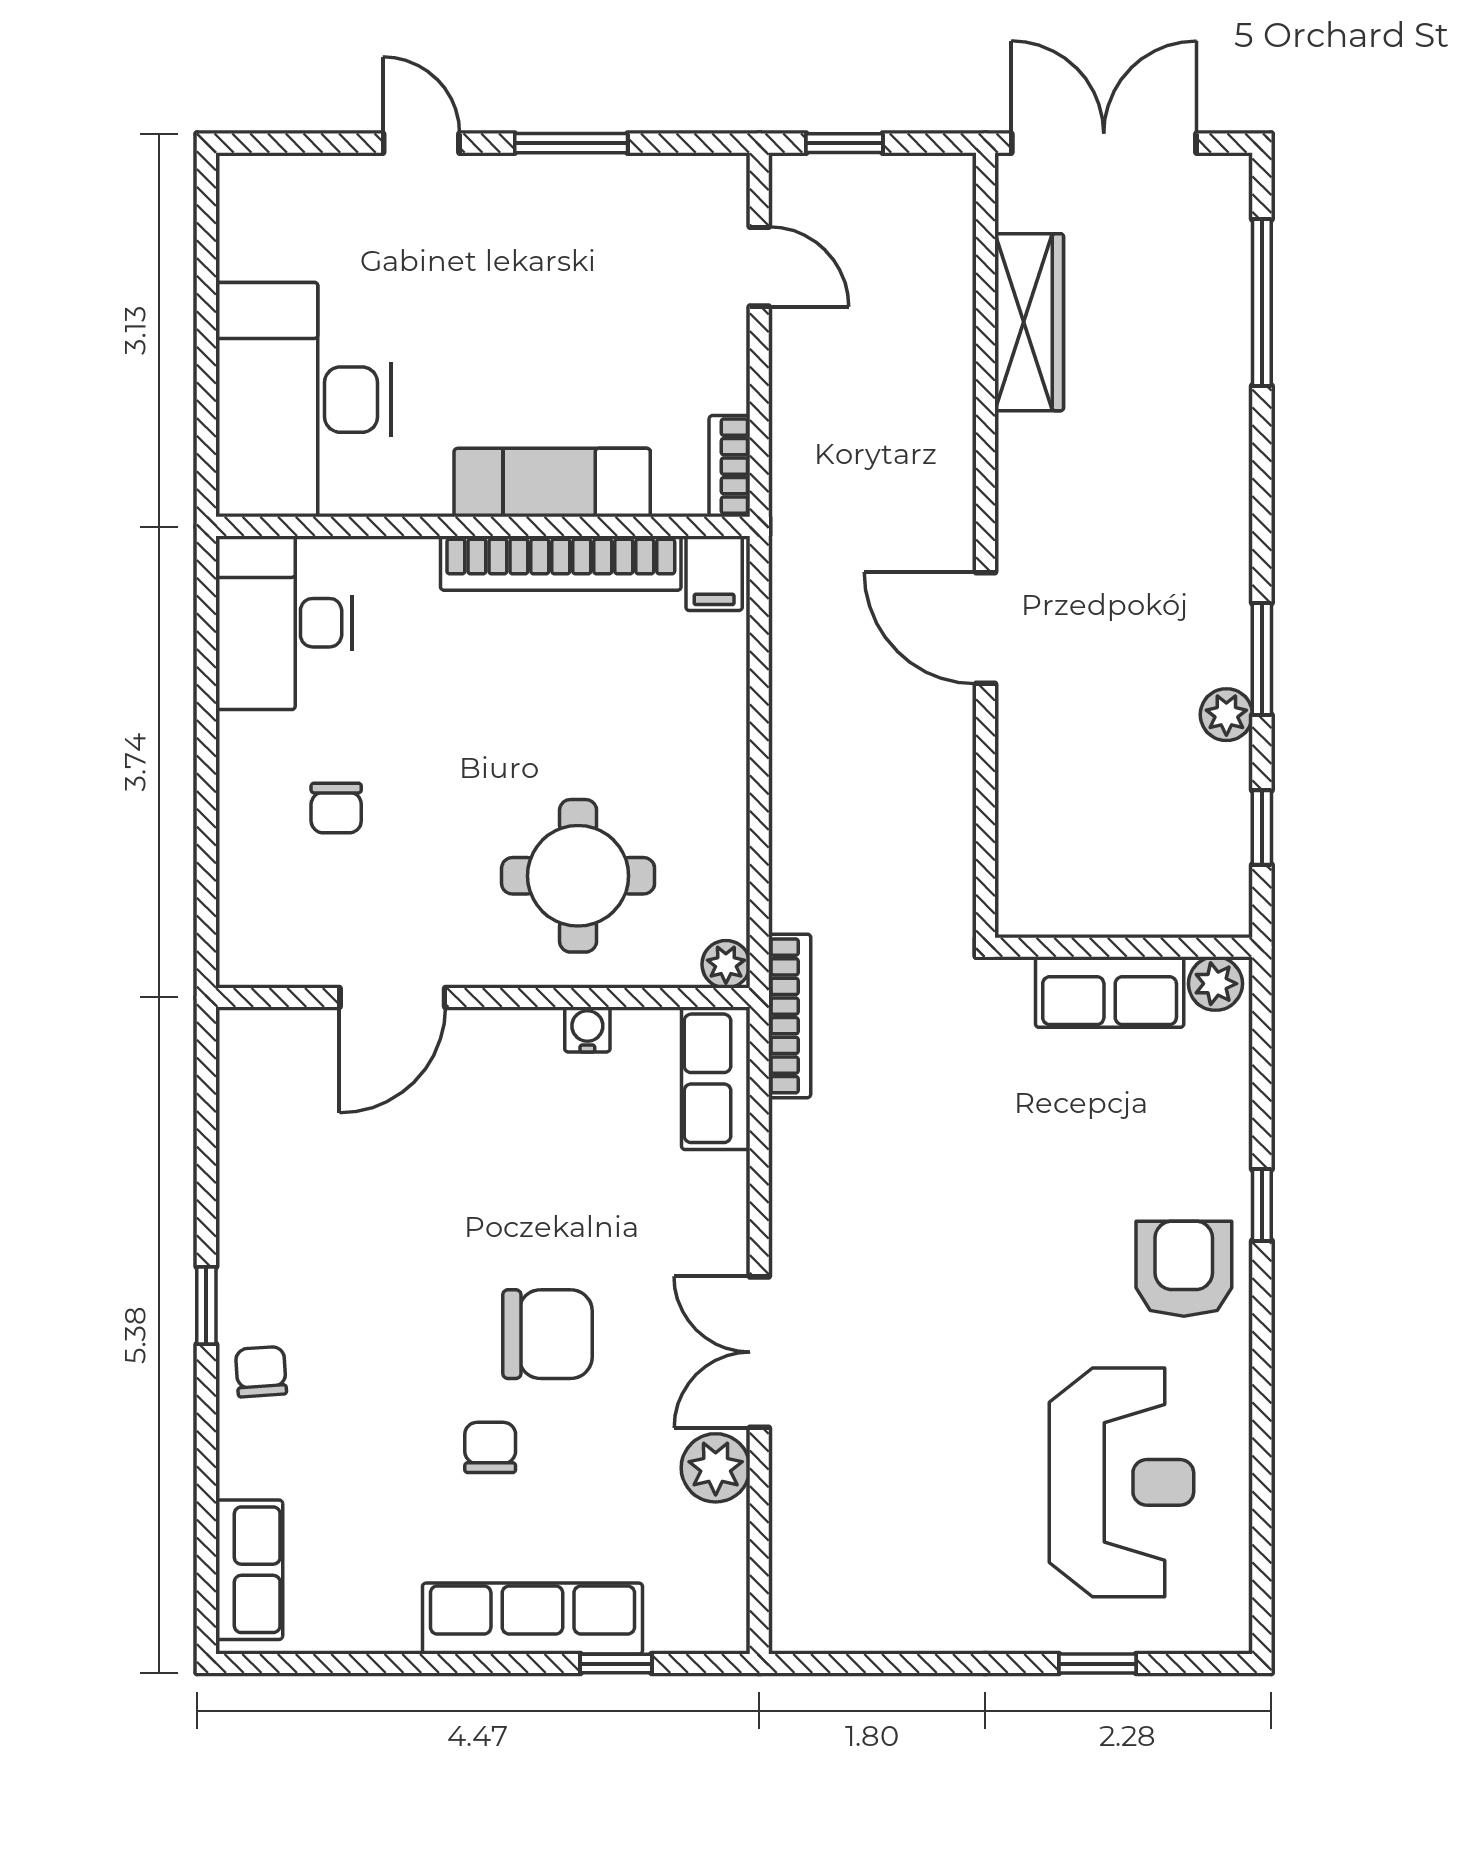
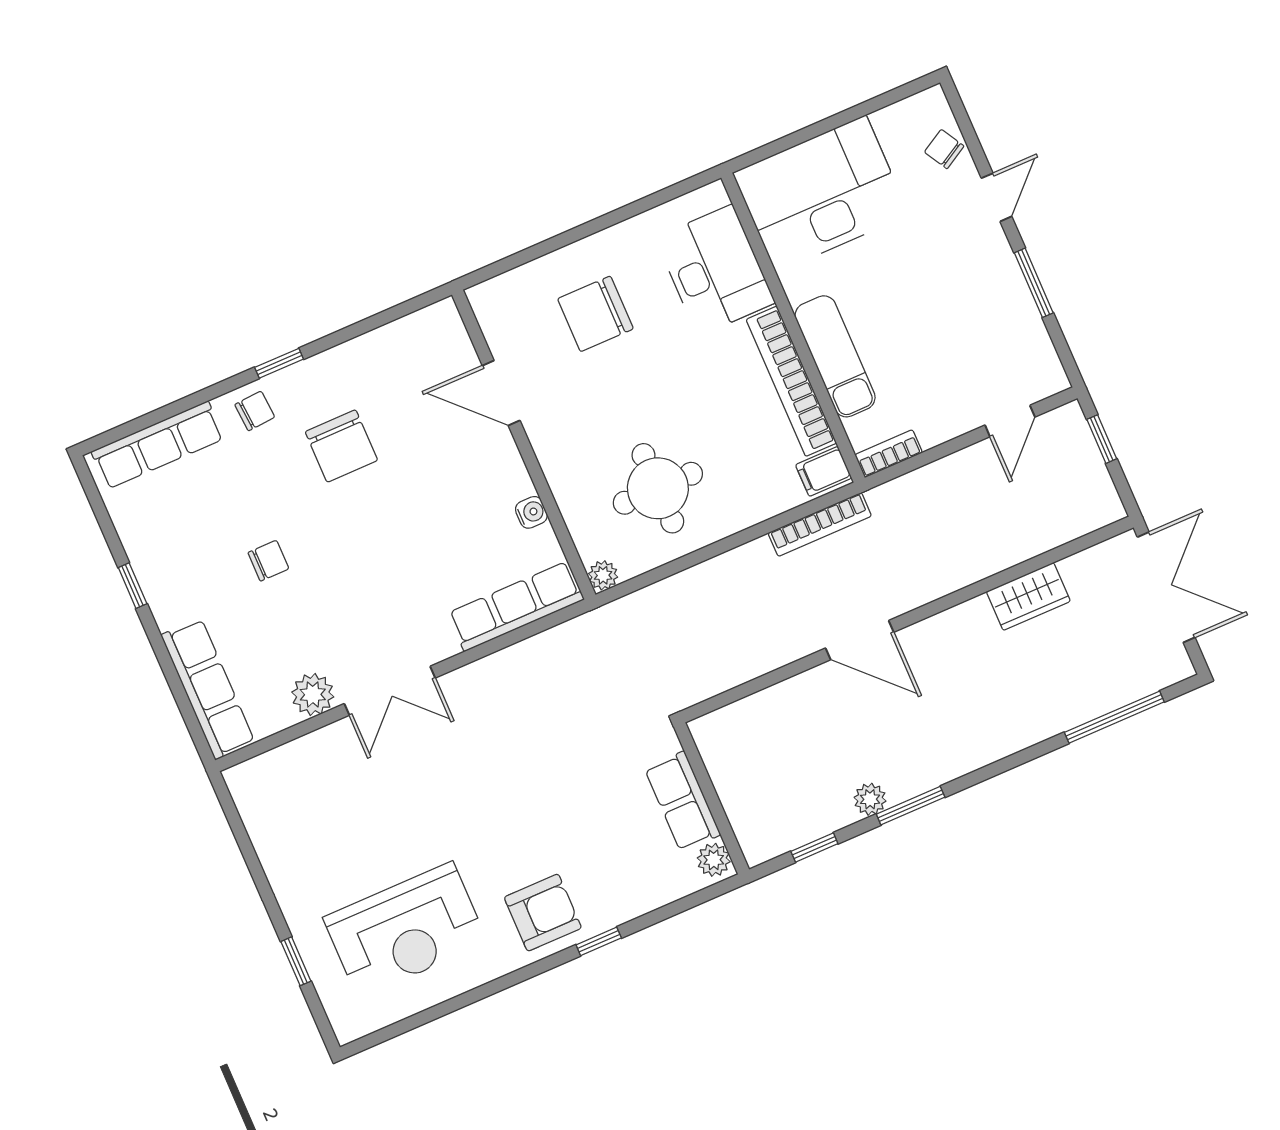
chair: (317, 189) -> (944, 149), added
wardrobe: (1029, 322) -> (1028, 596), width x0.67
desk: (284, 623) -> (715, 270), moved, turned 90
door: (985, 628) -> (860, 640), swing flipped
chair: (336, 808) -> (596, 314), width x1.87, depth x1.87
round table: (578, 876) -> (658, 488), moved
bookcase: (790, 1016) -> (820, 524), moved
row of seats: (716, 1078) -> (516, 606), width x1.48
chair: (548, 1334) -> (341, 446), moved
double door: (759, 1352) -> (390, 691), swing flipped
row of seats: (249, 1570) -> (158, 445), width x1.48
row of seats: (532, 1619) -> (208, 689), moved
window: (616, 1664) -> (133, 586), moved

